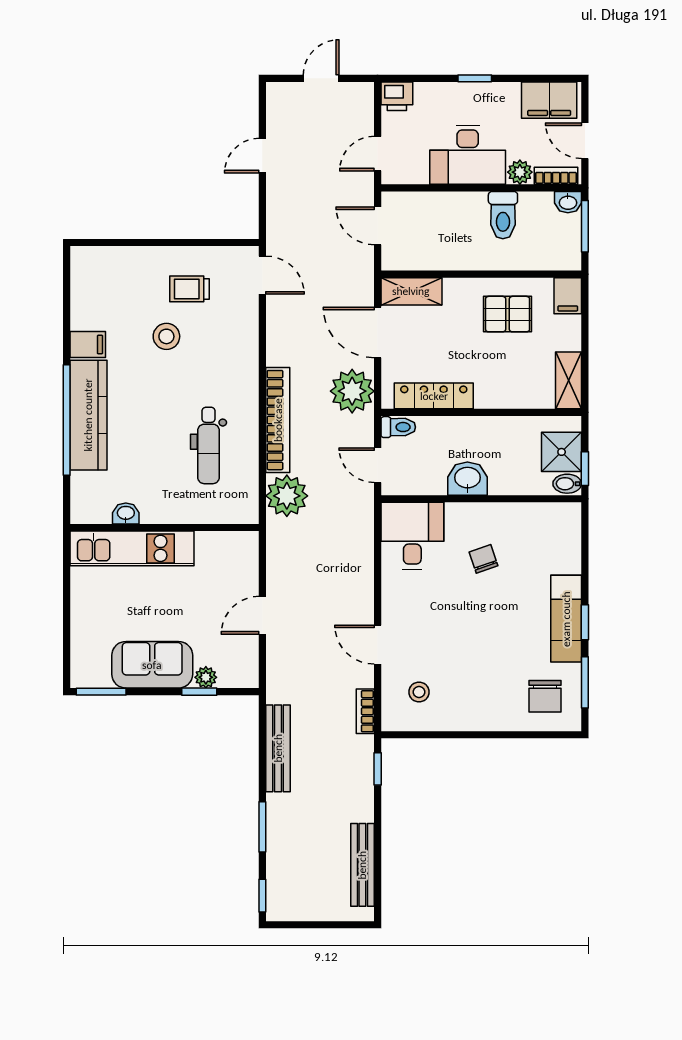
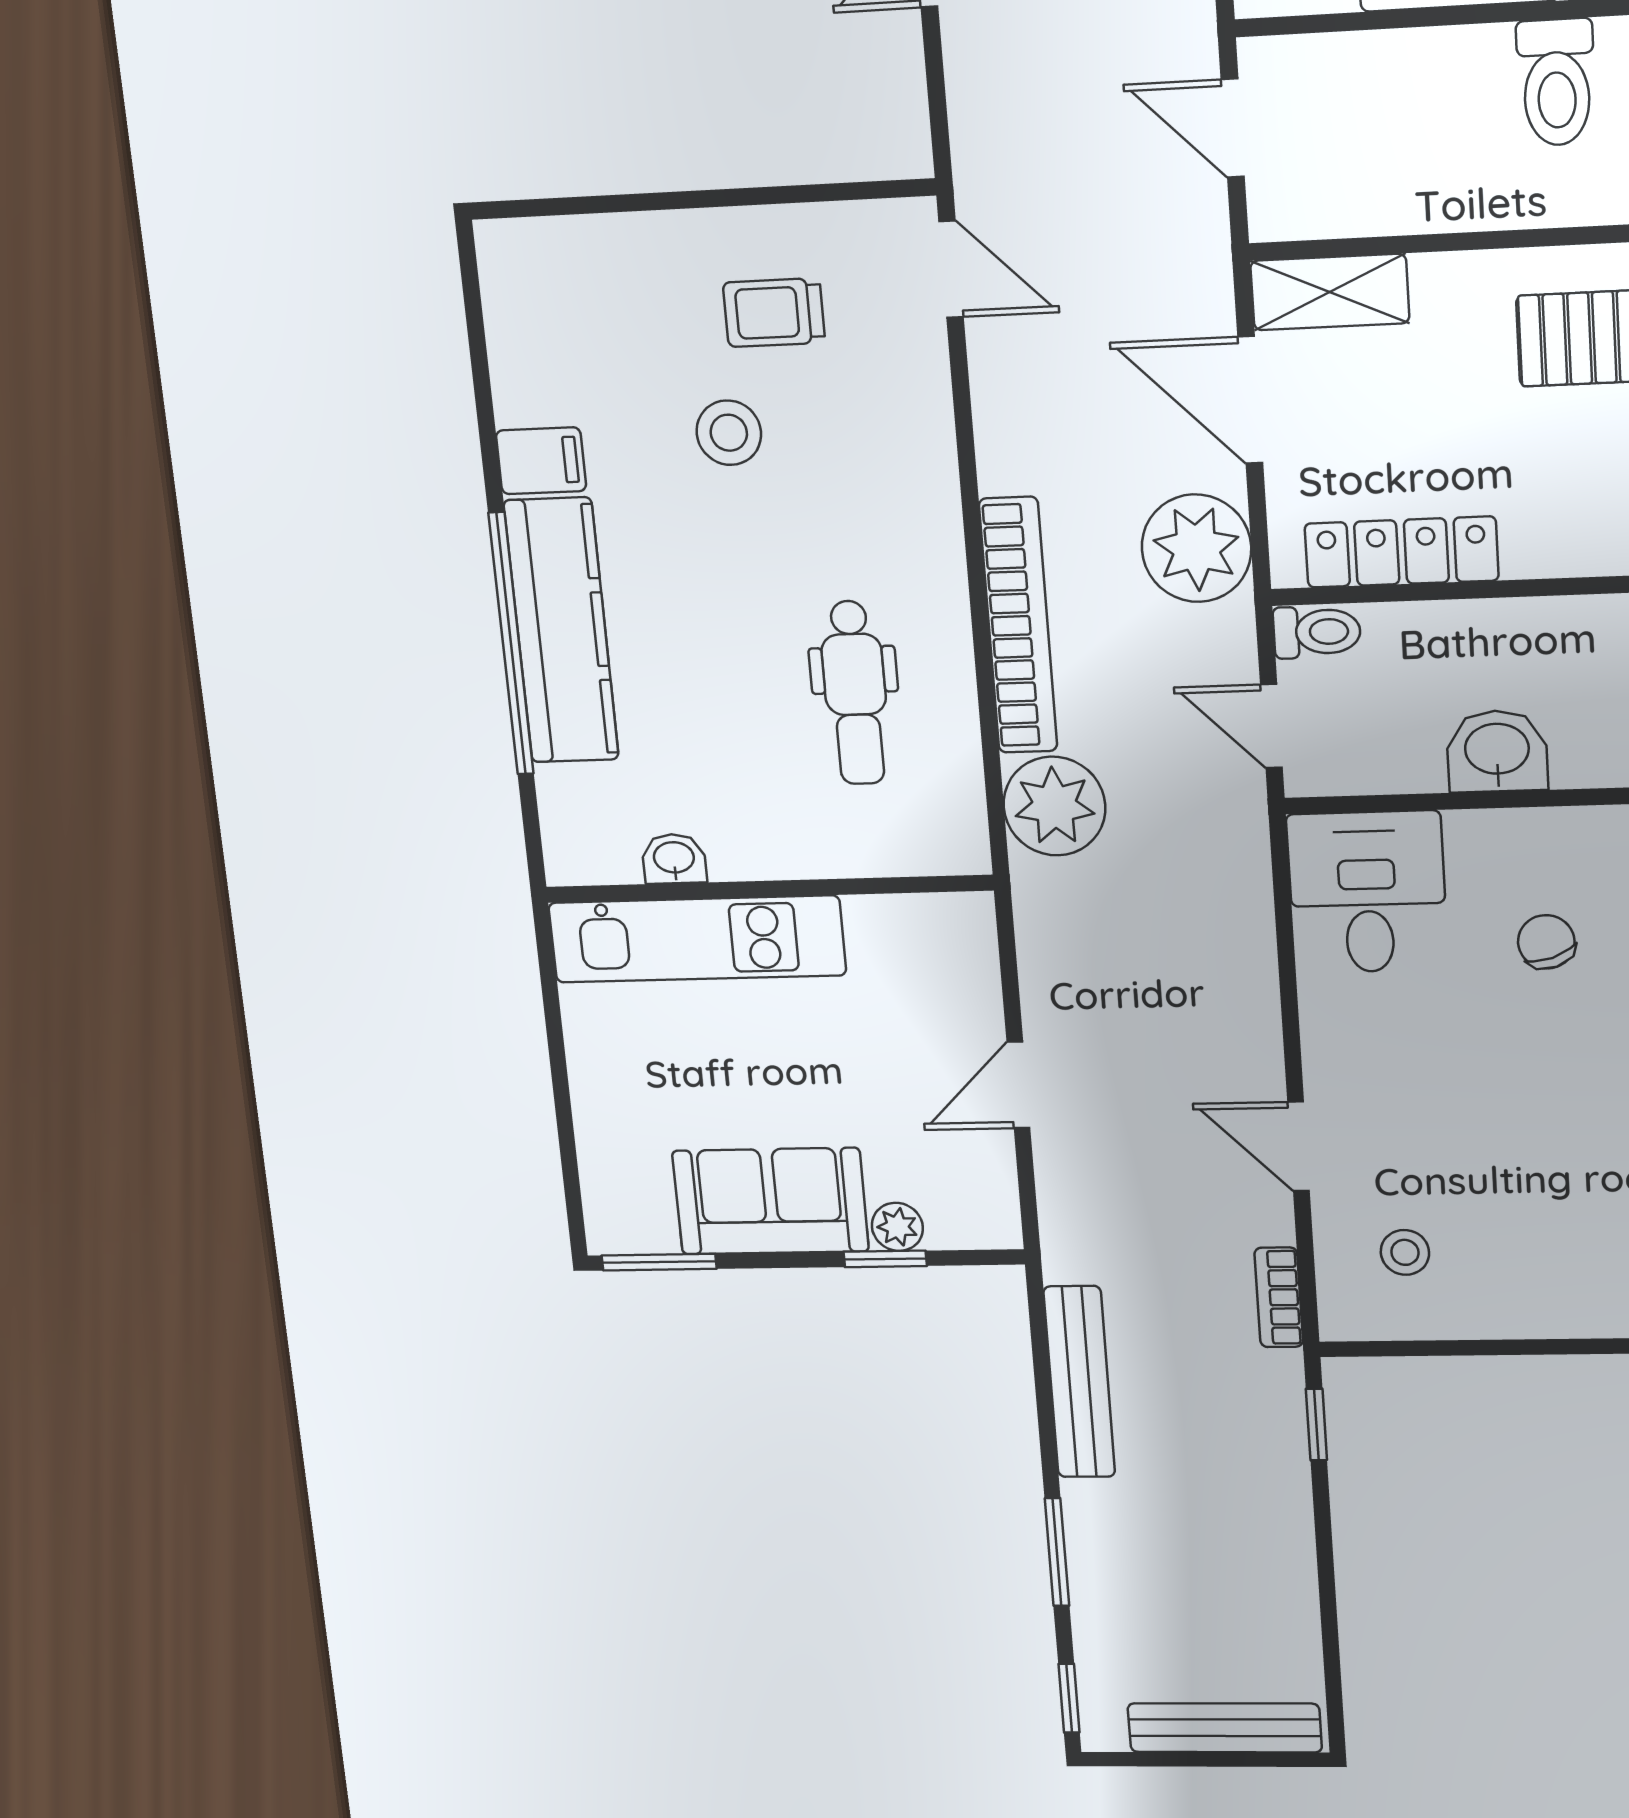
bench: (362, 865) -> (1225, 1728), moved, turned 90

